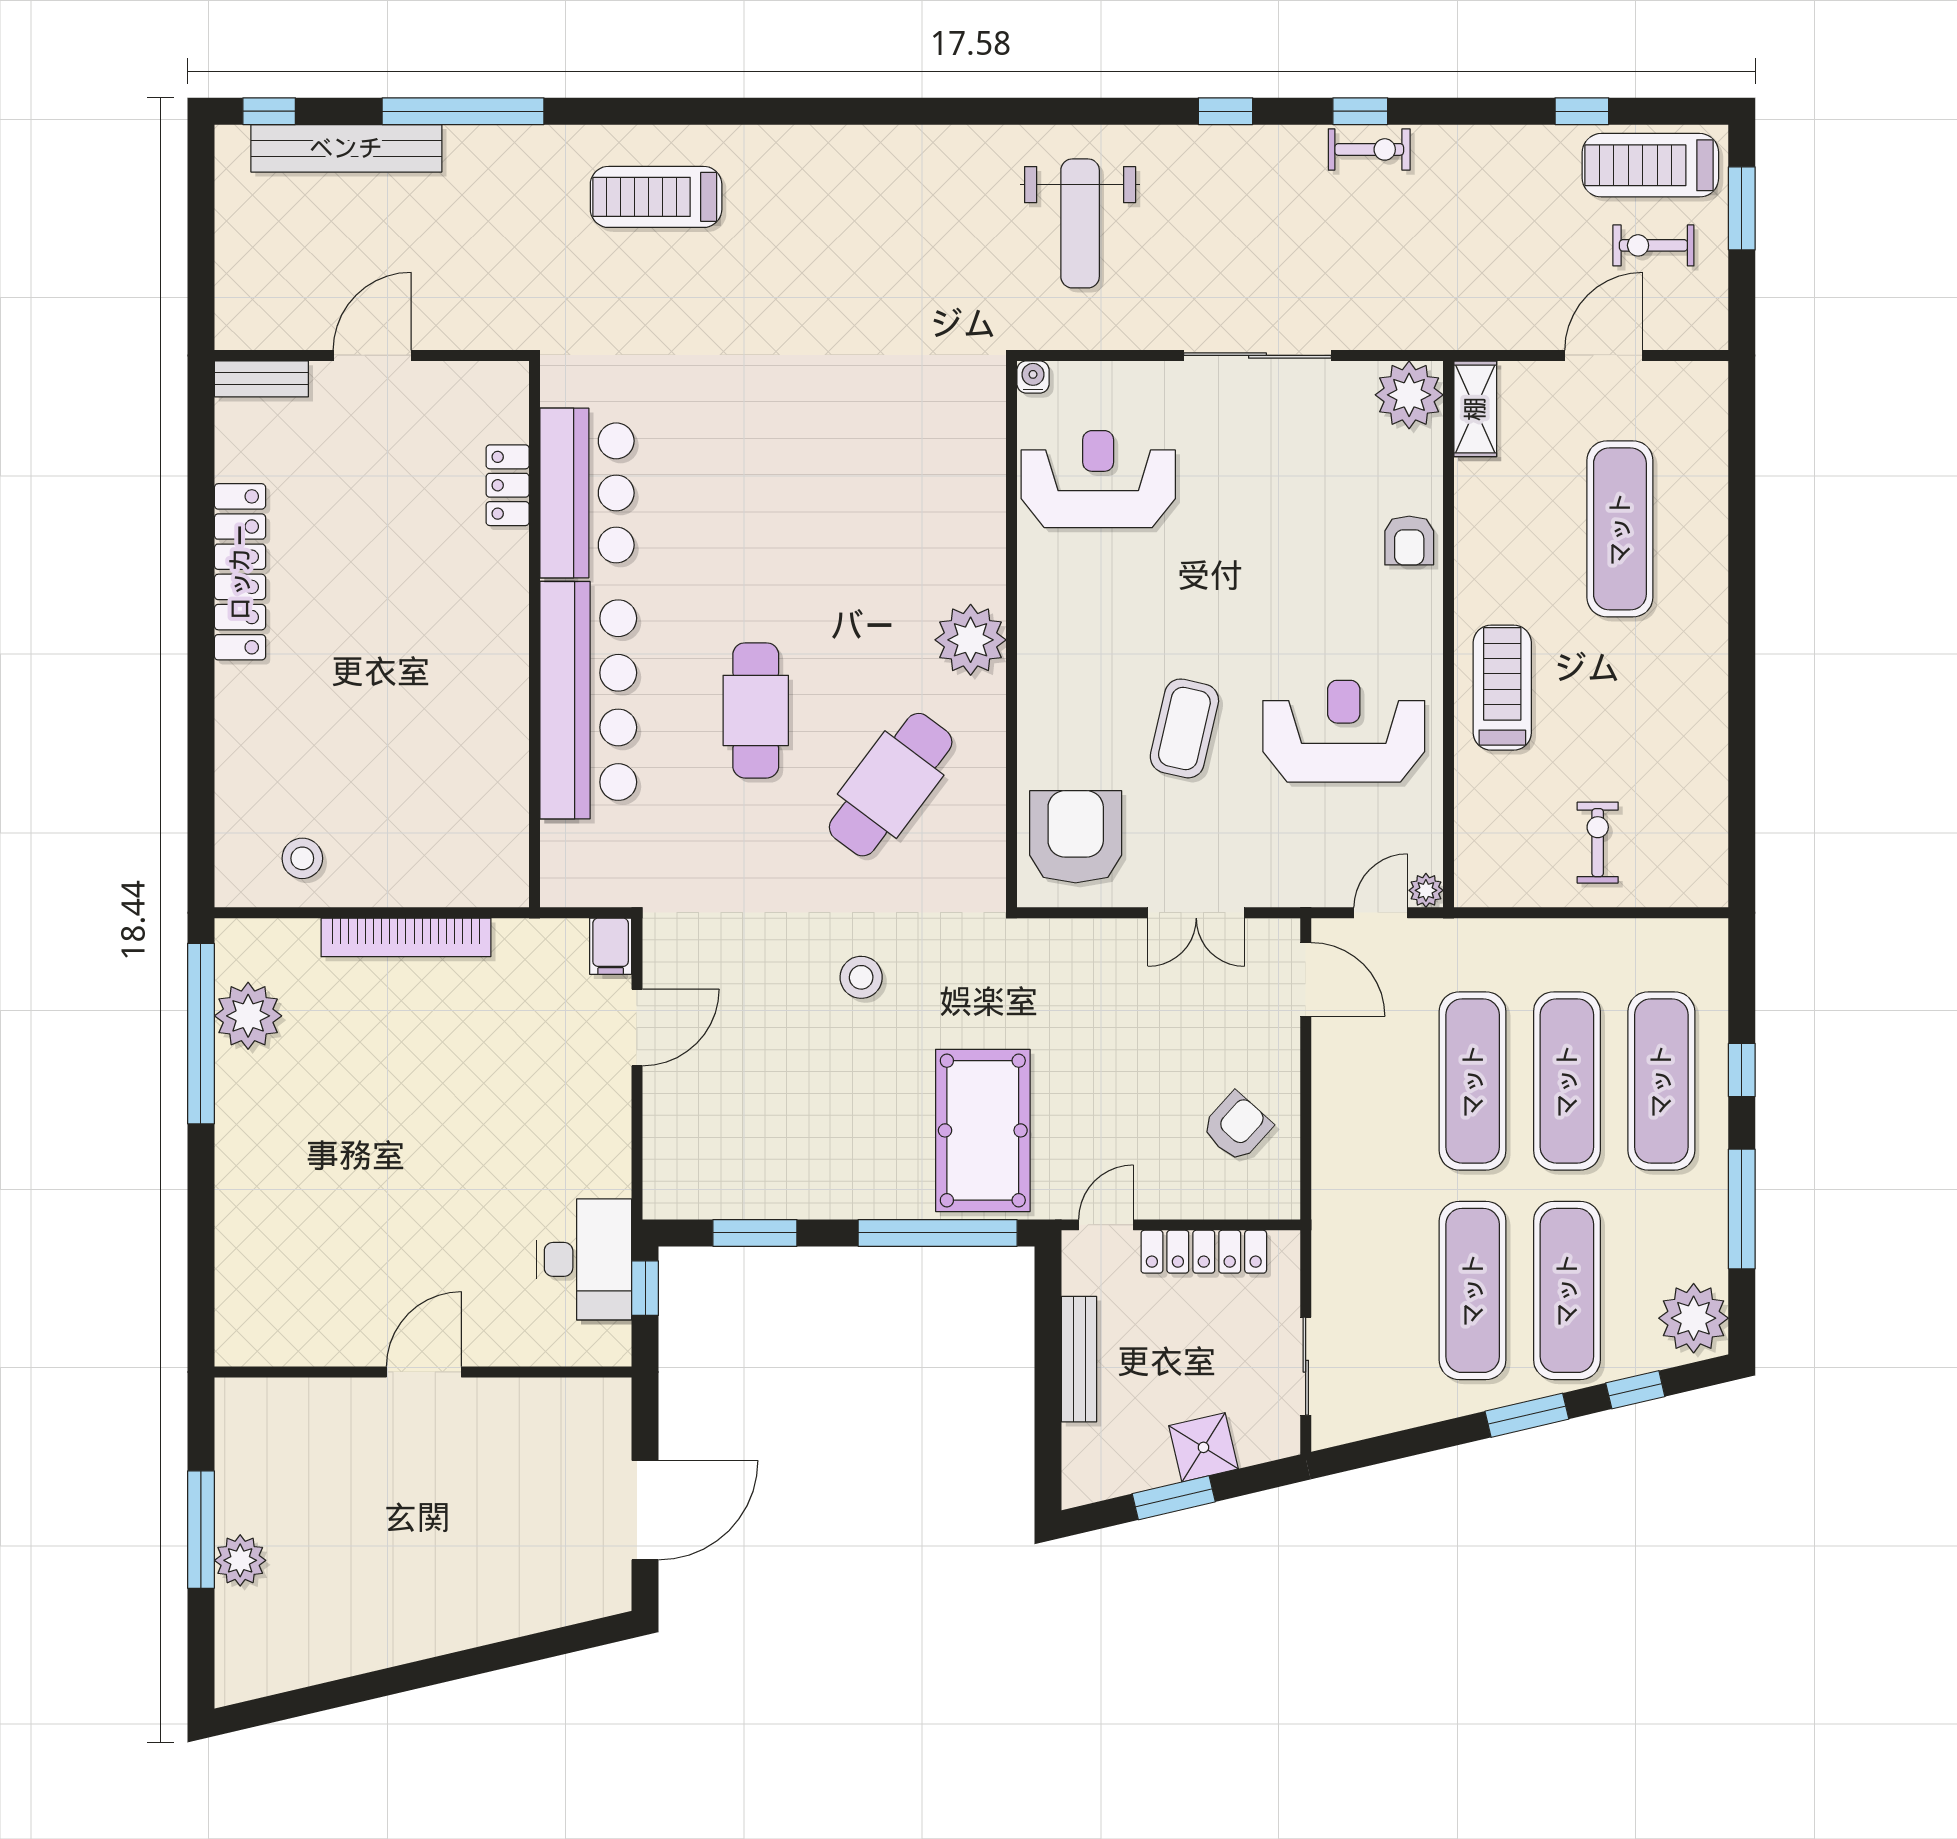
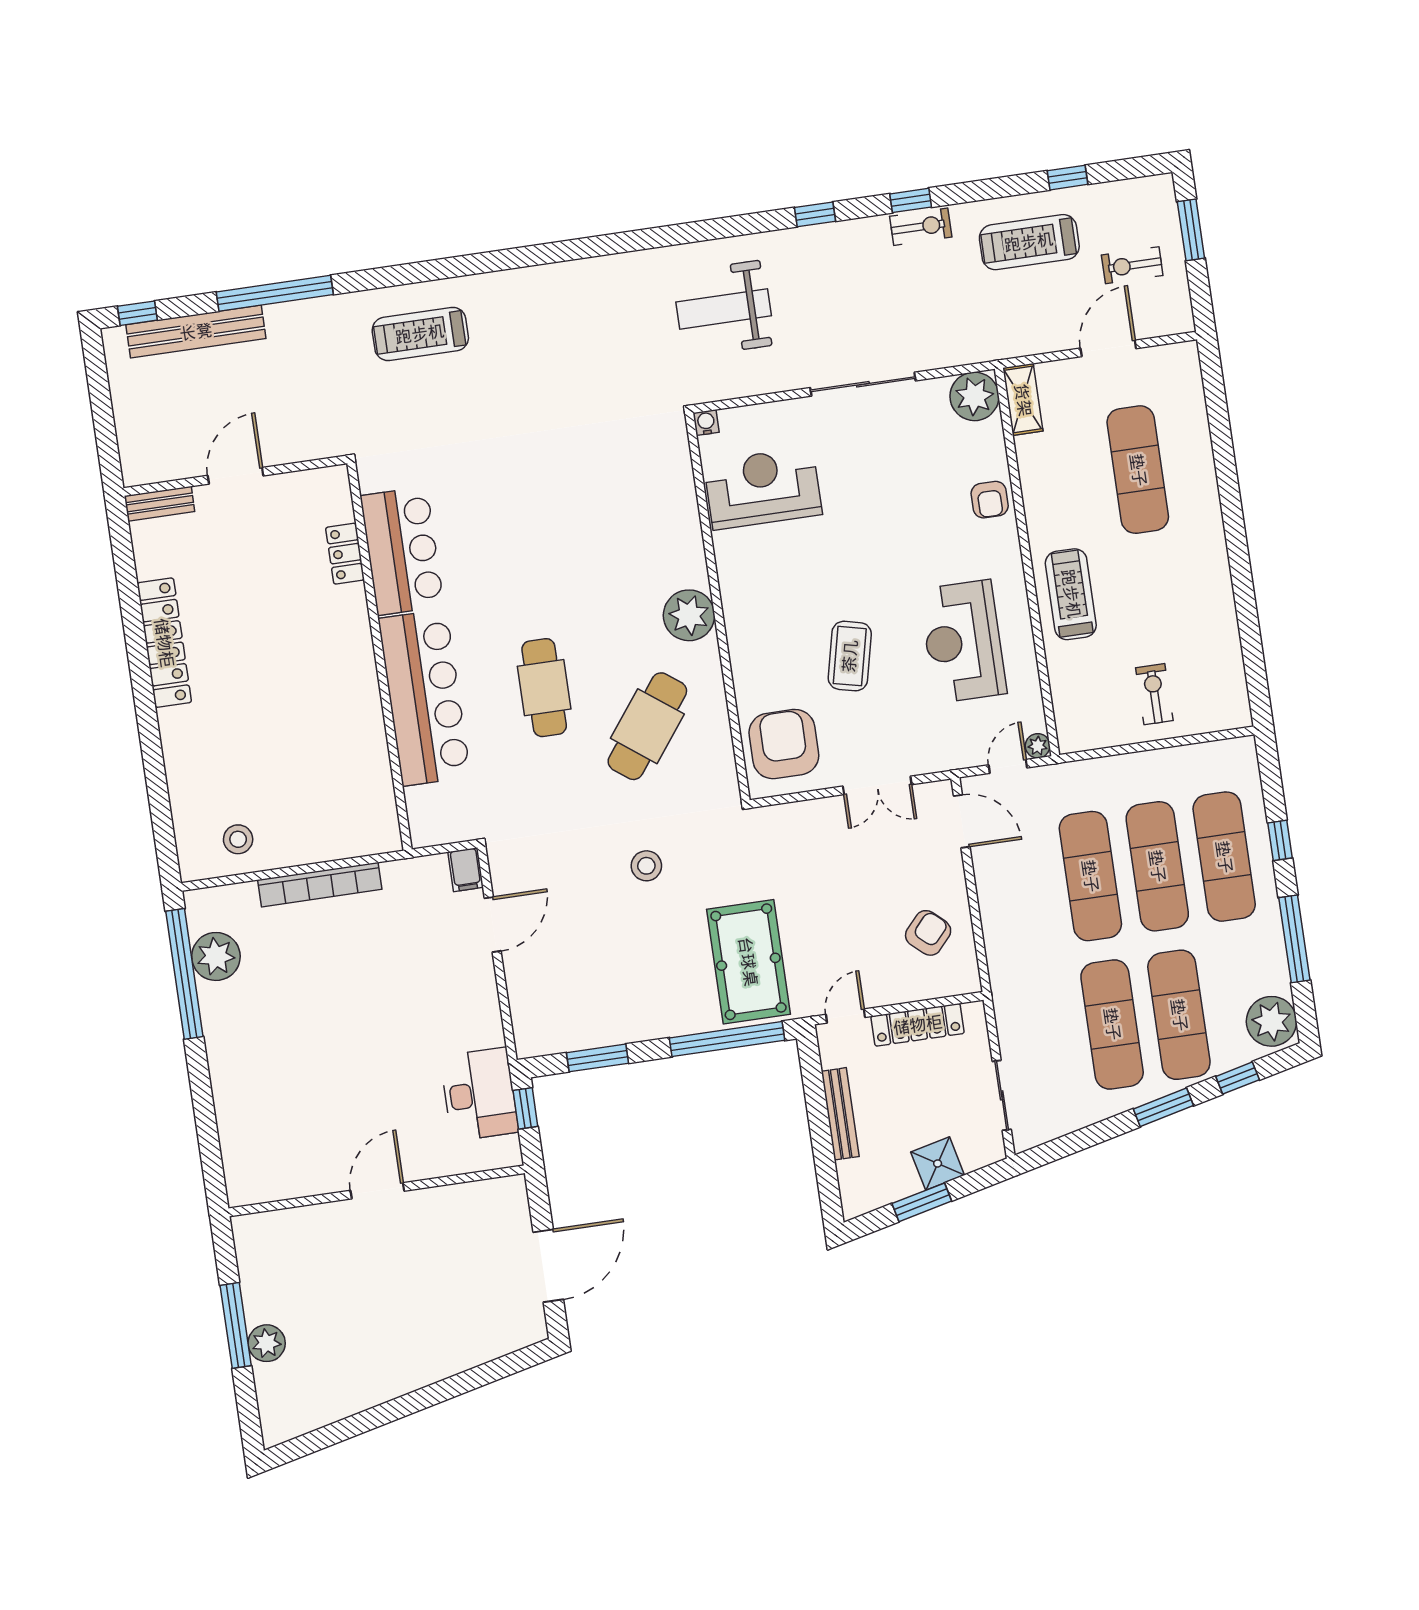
treadmill: (1650, 165) -> (1029, 242), moved
weight bench: (1080, 223) -> (724, 309), turned 90
reception desk: (1344, 731) -> (963, 641), turned -90

